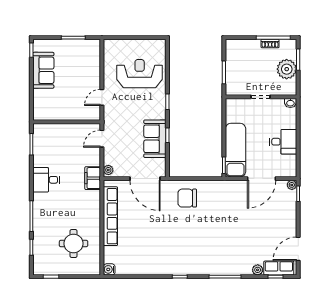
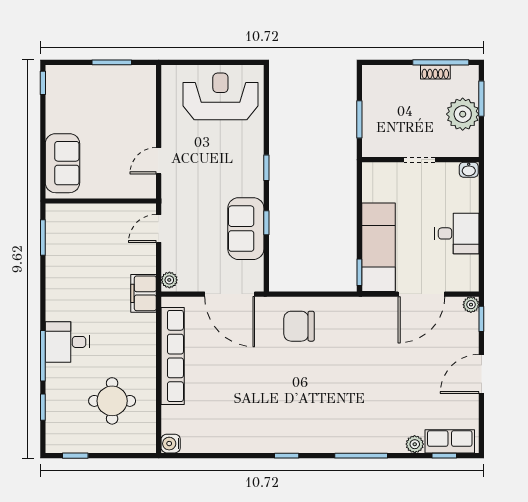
sofa: (43, 70) -> (62, 163), moved
reception desk: (140, 74) -> (220, 96), moved
desk: (46, 180) -> (67, 342), moved
door: (298, 249) -> (481, 374), moved

